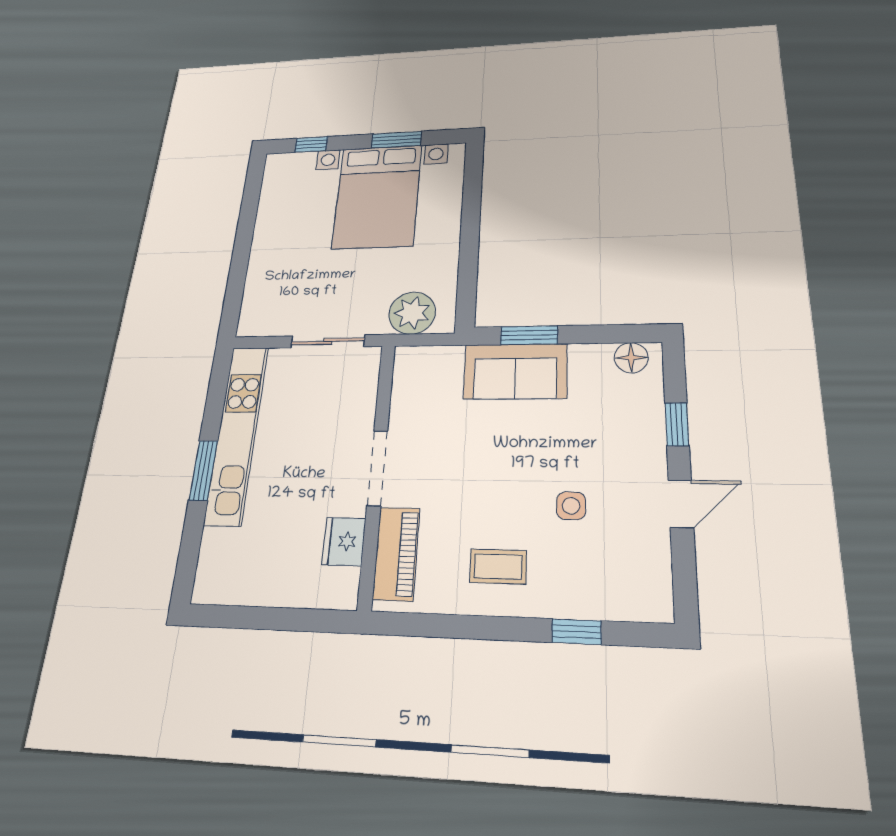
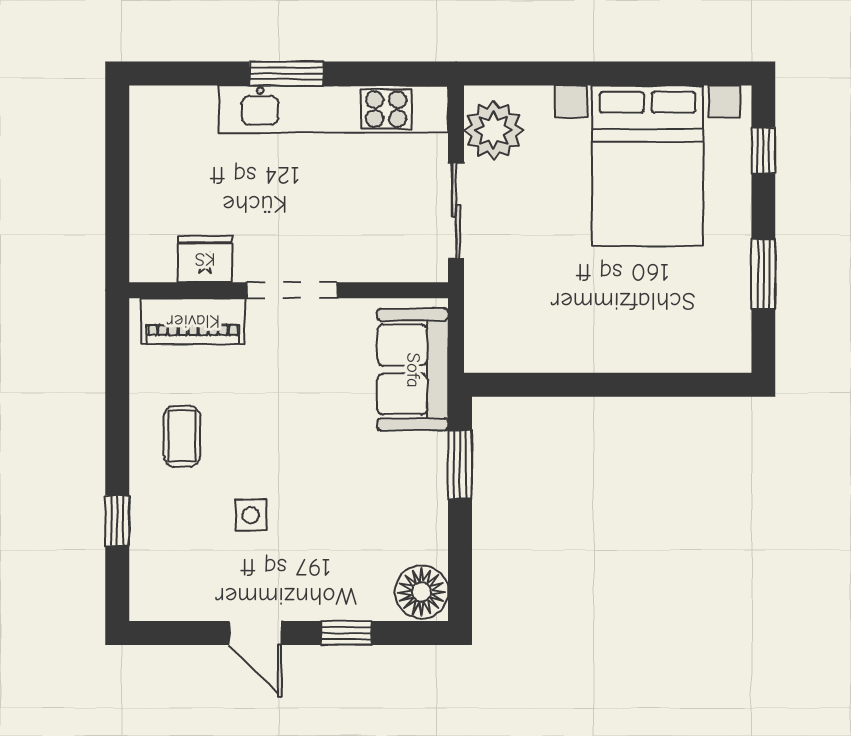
bed with nightstands: (377, 196) -> (648, 166), moved, turned -90
plant: (412, 313) -> (494, 130), moved
floor lamp: (631, 358) -> (422, 592), width x1.38, depth x1.38
sofa: (515, 371) -> (413, 370), moved

